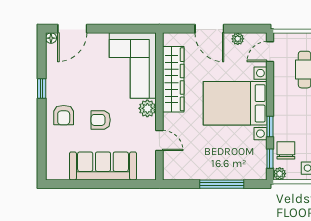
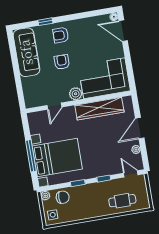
window: (42, 88) -> (45, 22), moved
bed with nightstands: (235, 103) -> (57, 158), moved, turned 90
window: (270, 159) -> (104, 179), moved
sofa: (103, 166) -> (26, 52), moved

